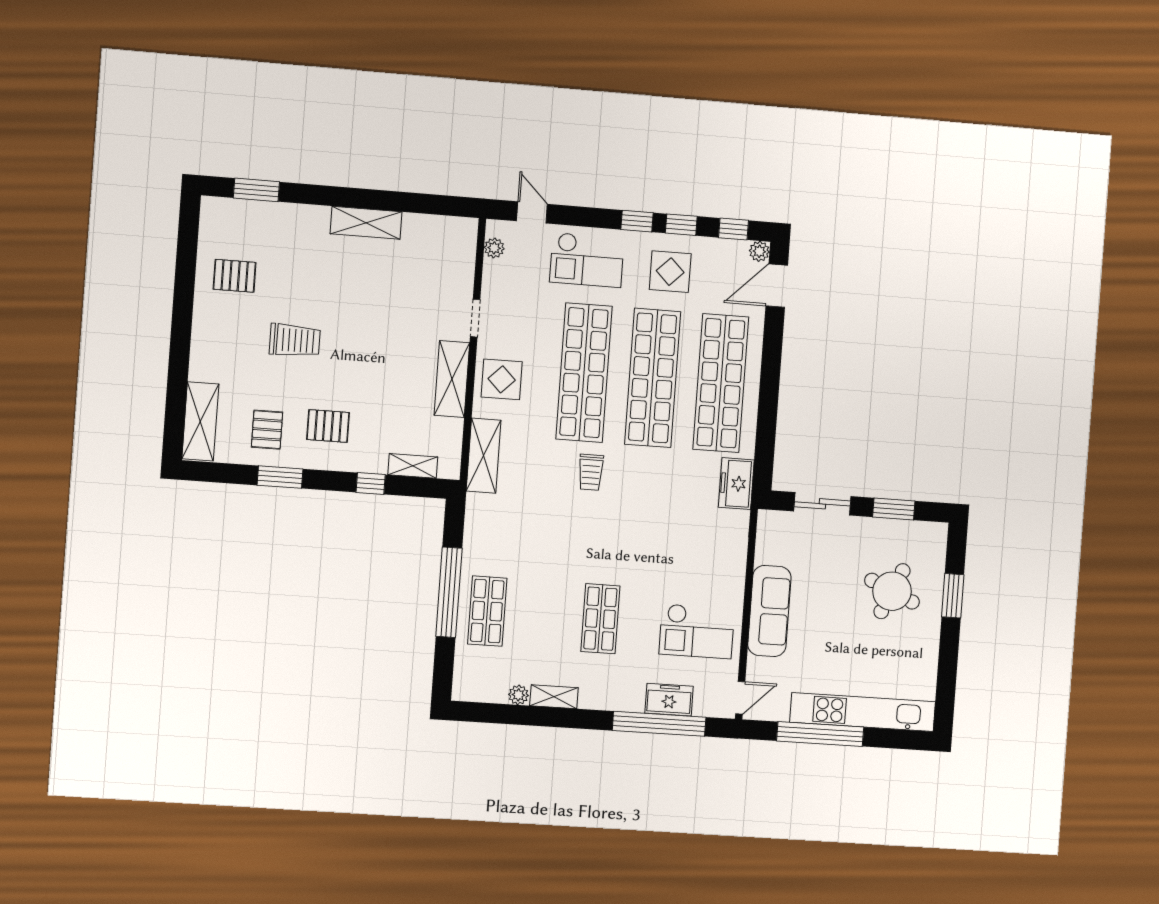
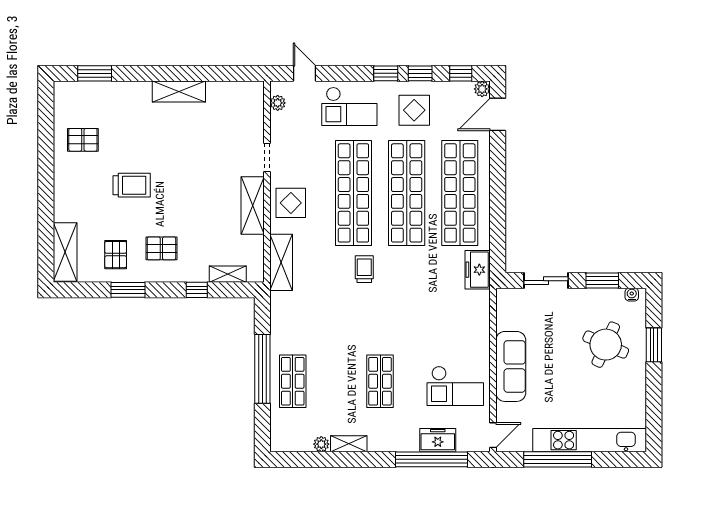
trolley: (591, 472) -> (364, 269), turned 180
water cooler: (930, 530) -> (632, 295), added

